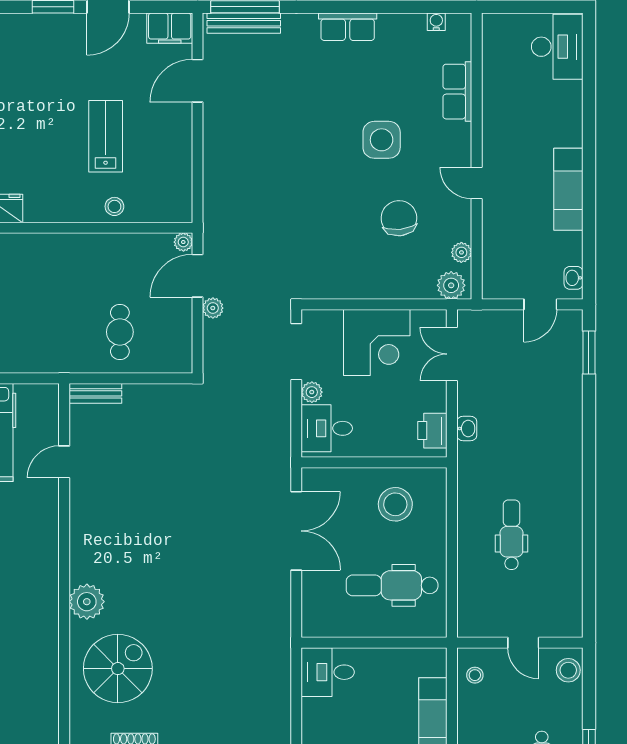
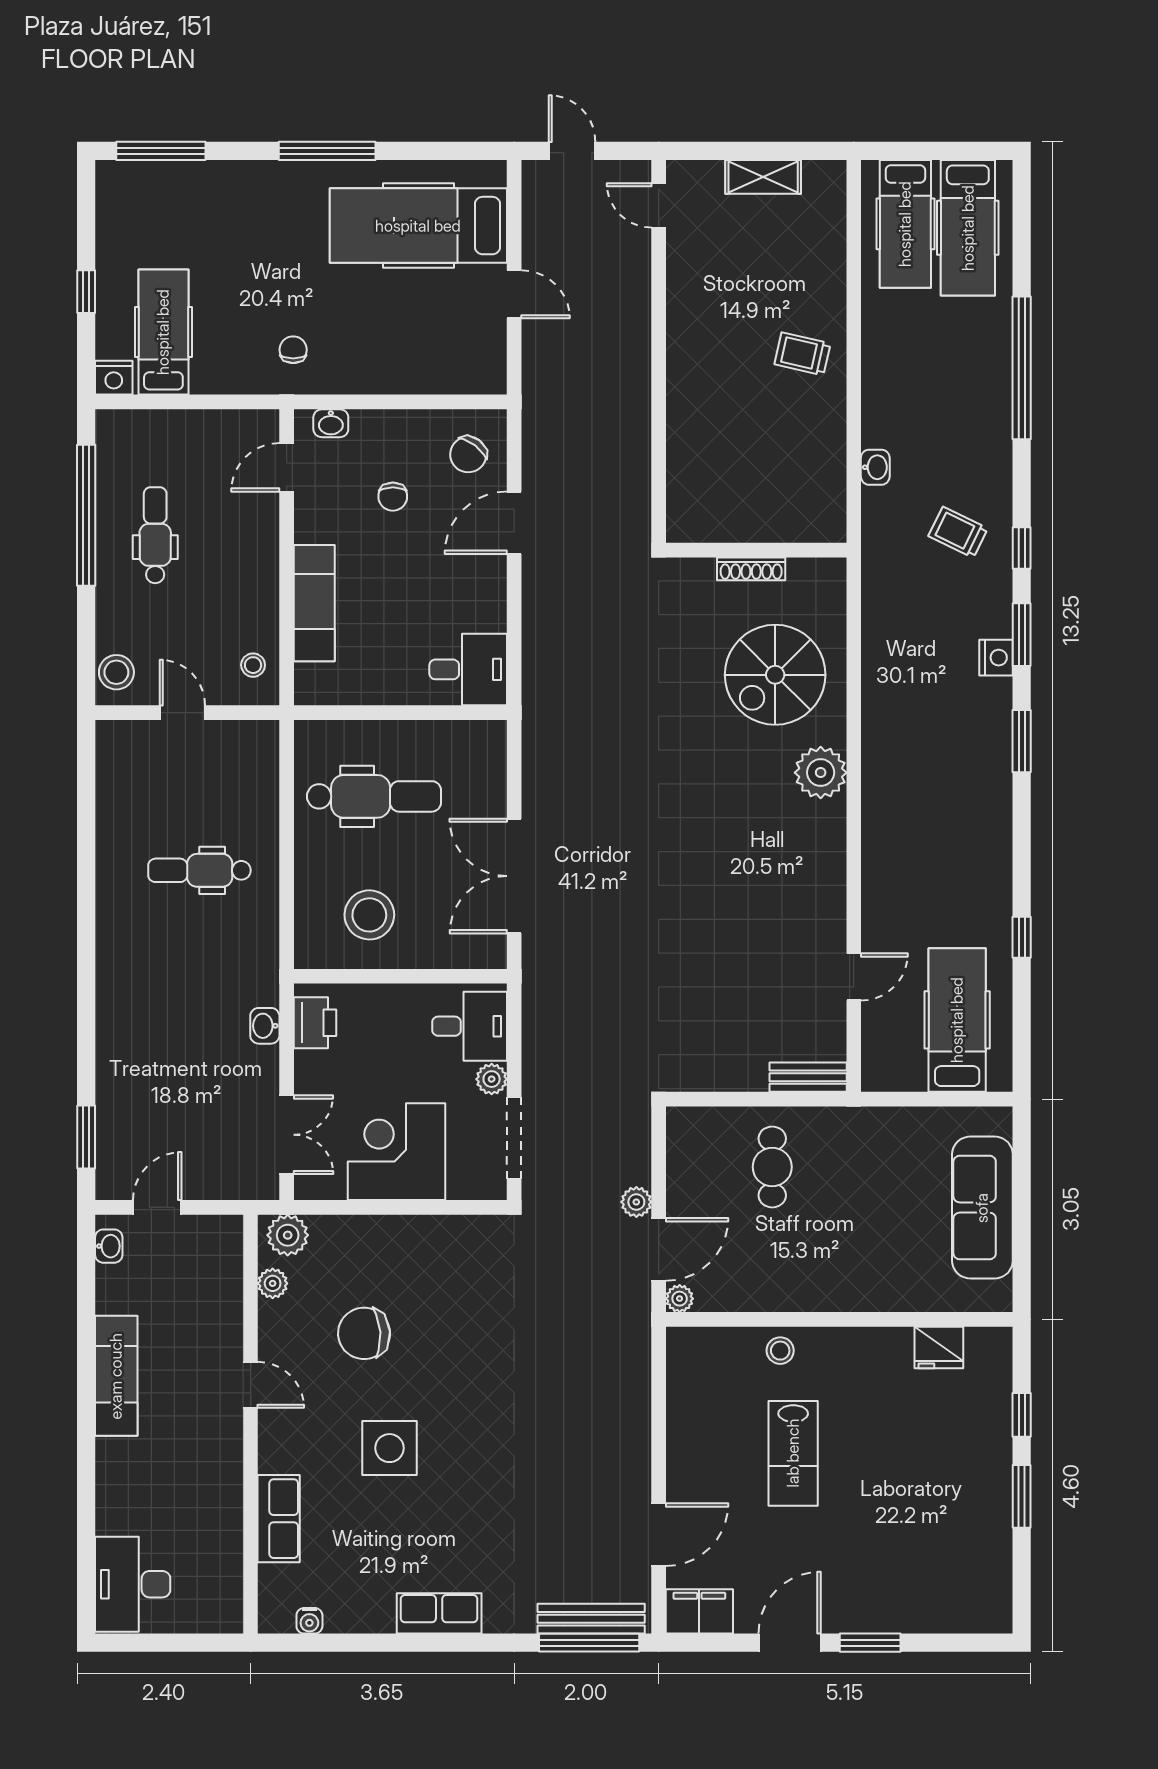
chair: (399, 218) -> (364, 1333), turned 92
dental chair: (511, 535) -> (199, 870), turned 90

